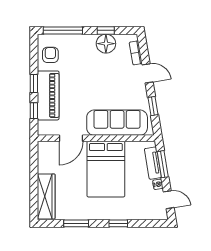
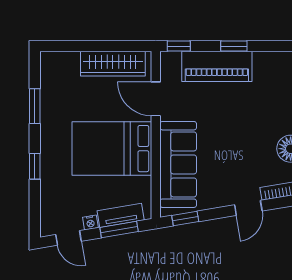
armchair: (50, 55) -> (275, 70), removed
window: (153, 106) -> (185, 218), moved
window: (34, 111) -> (179, 46), moved
wardrobe: (46, 196) -> (113, 64), moved
door: (169, 200) -> (68, 238), hinge flipped

